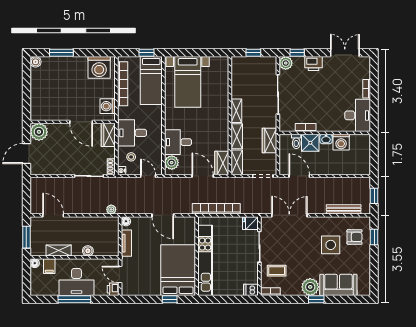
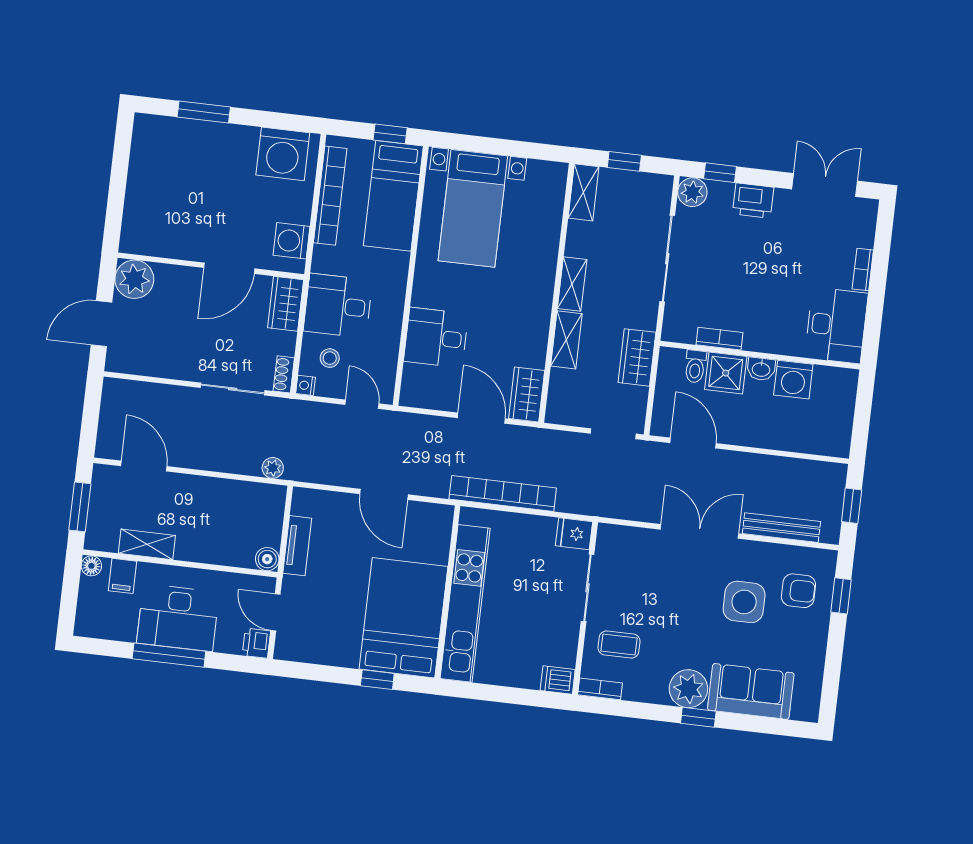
boiler: (36, 62) -> (145, 125), removed
door: (81, 122) -> (229, 268), hinge flipped
shelving: (237, 162) -> (583, 192), moved
plant: (172, 163) -> (417, 381), removed
double door: (289, 215) -> (700, 531), moved
floor lamp: (126, 221) -> (302, 498), removed
boiler: (88, 251) -> (267, 559), moved

